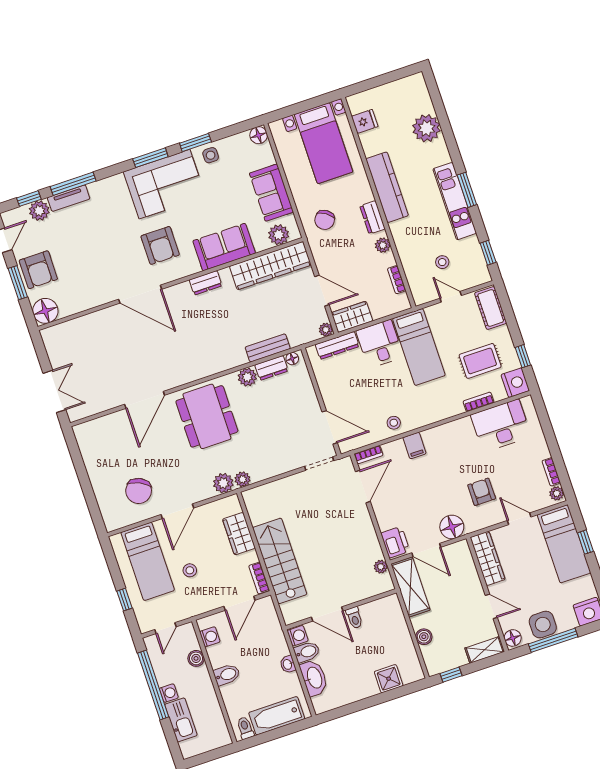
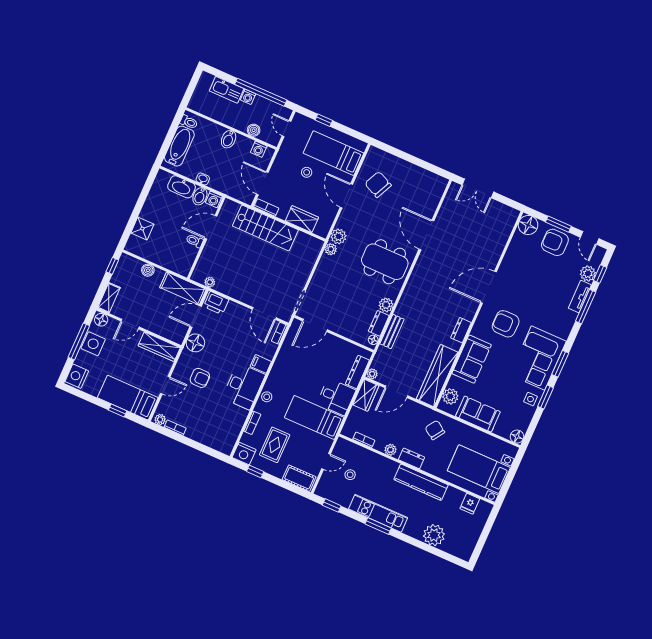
stool: (394, 423) -> (267, 397), moved
desk: (501, 426) -> (244, 386), moved

